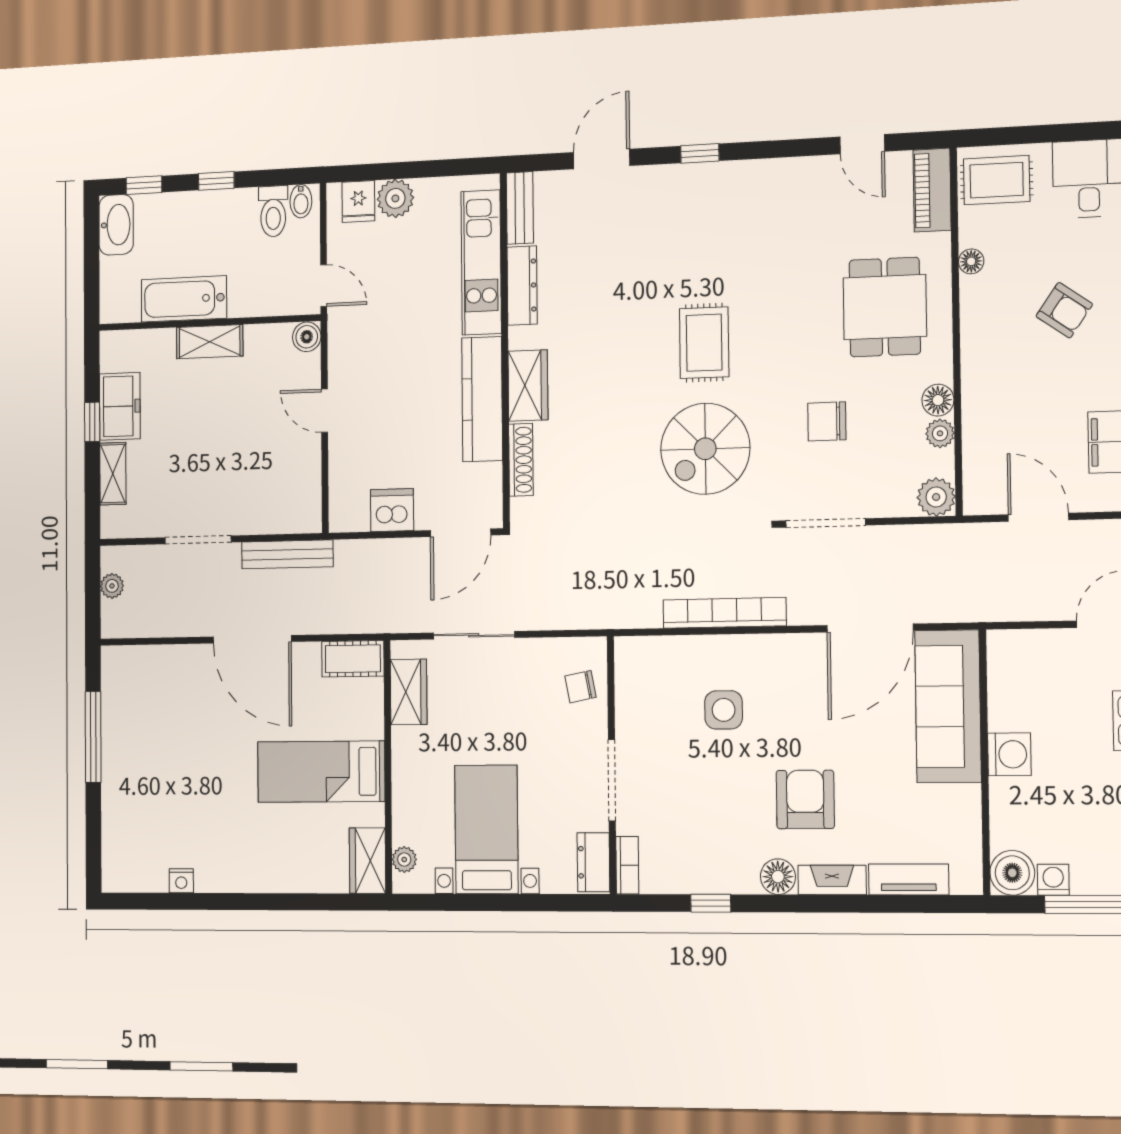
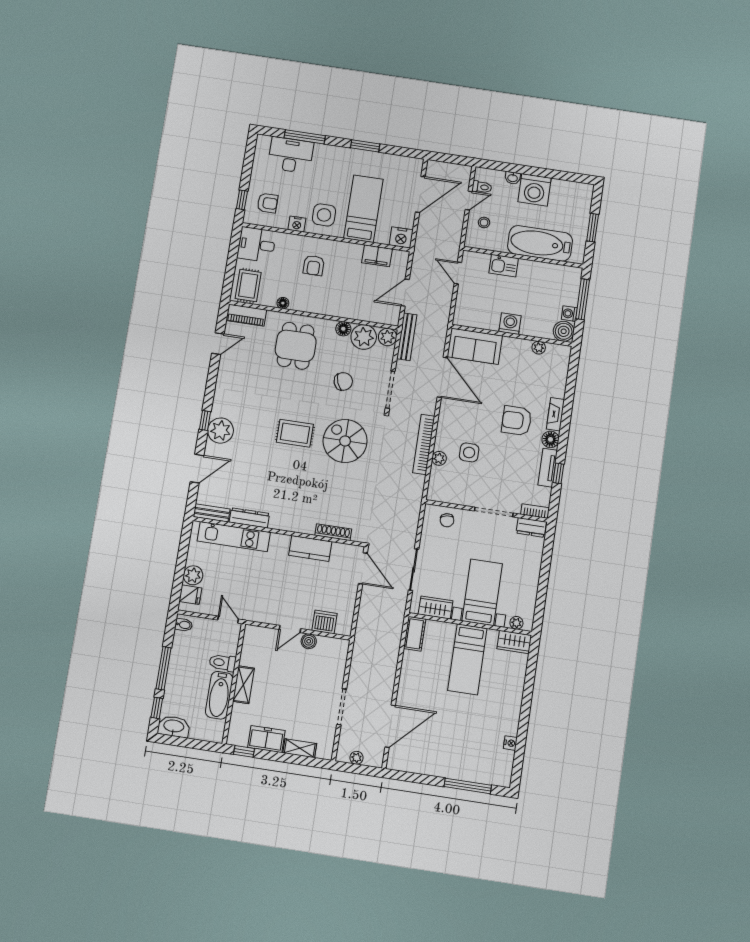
door: (602, 159) -> (197, 469), swing flipped
window: (216, 181) -> (163, 668), width x2.17
plant: (685, 189) -> (220, 431), added
toilet: (273, 211) -> (222, 663), moved, turned 180
door: (324, 286) -> (228, 620), hinge flipped
dining table: (885, 307) -> (296, 346), turned 90
armchair: (1064, 310) -> (314, 265), turned 145
boiler: (307, 337) -> (309, 641), moved
wardrobe: (528, 385) -> (298, 523), removed
kitchen counter: (482, 399) -> (310, 548), width x0.67
chair: (827, 421) -> (343, 381), turned -111
window: (92, 422) -> (244, 751), moved
plant: (940, 433) -> (364, 337), width x1.87, depth x1.87
spiral stairs: (705, 449) -> (345, 441), turned 180
dishwasher: (392, 510) -> (324, 622), moved, turned 90
bench: (287, 554) -> (407, 337), moved
door: (252, 639) -> (390, 726), moved
plant: (701, 650) -> (439, 458), added
sofa: (948, 706) -> (475, 346), width x0.73
window: (93, 737) -> (468, 786), moved
plant: (968, 824) -> (539, 348), added
bed with nightstands: (486, 829) -> (482, 592), moved, turned 90
tv unit: (909, 879) -> (548, 468), moved

